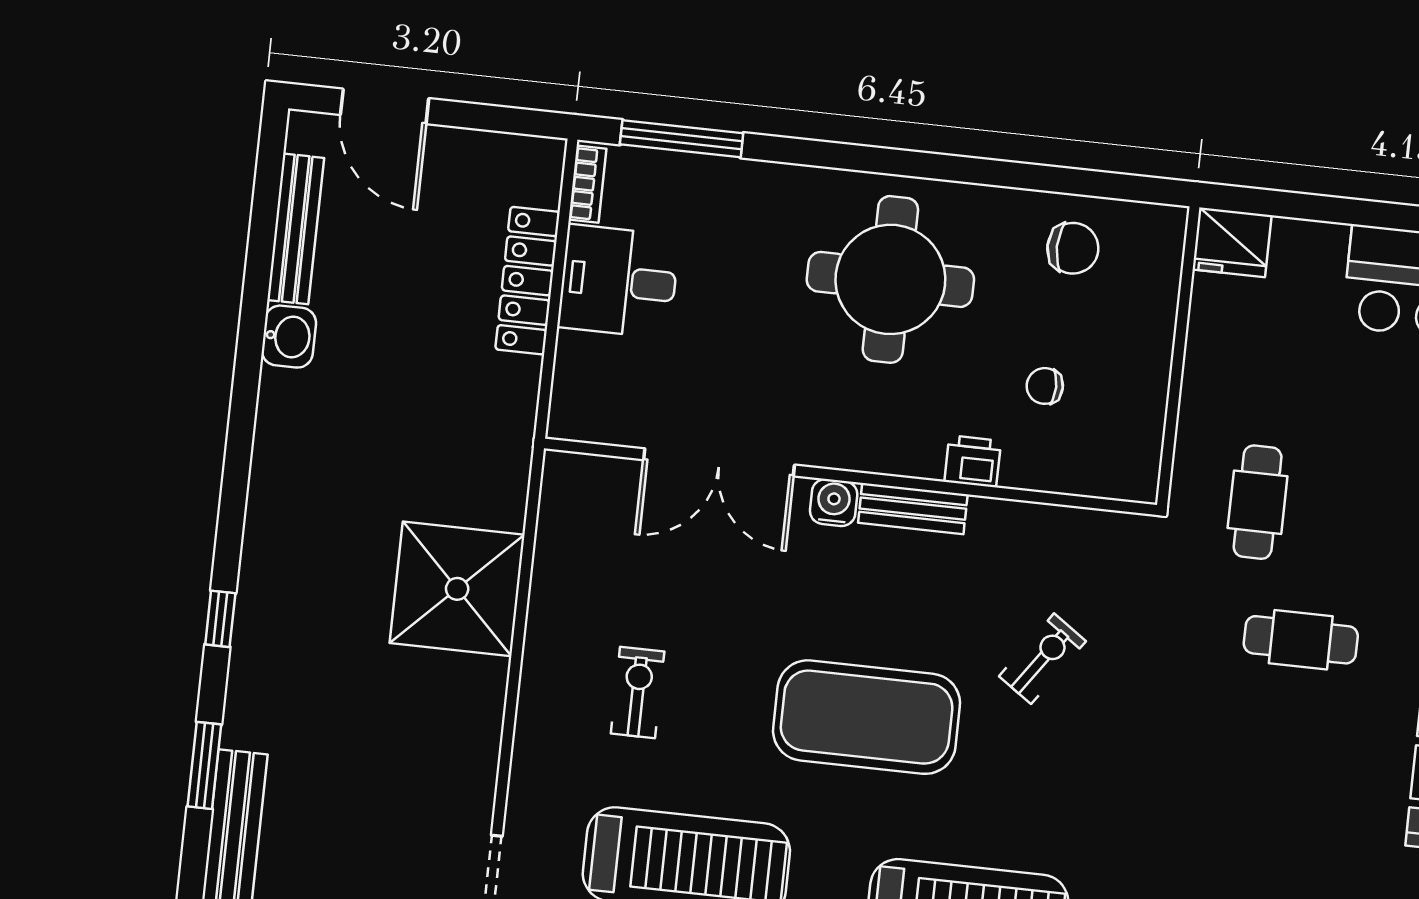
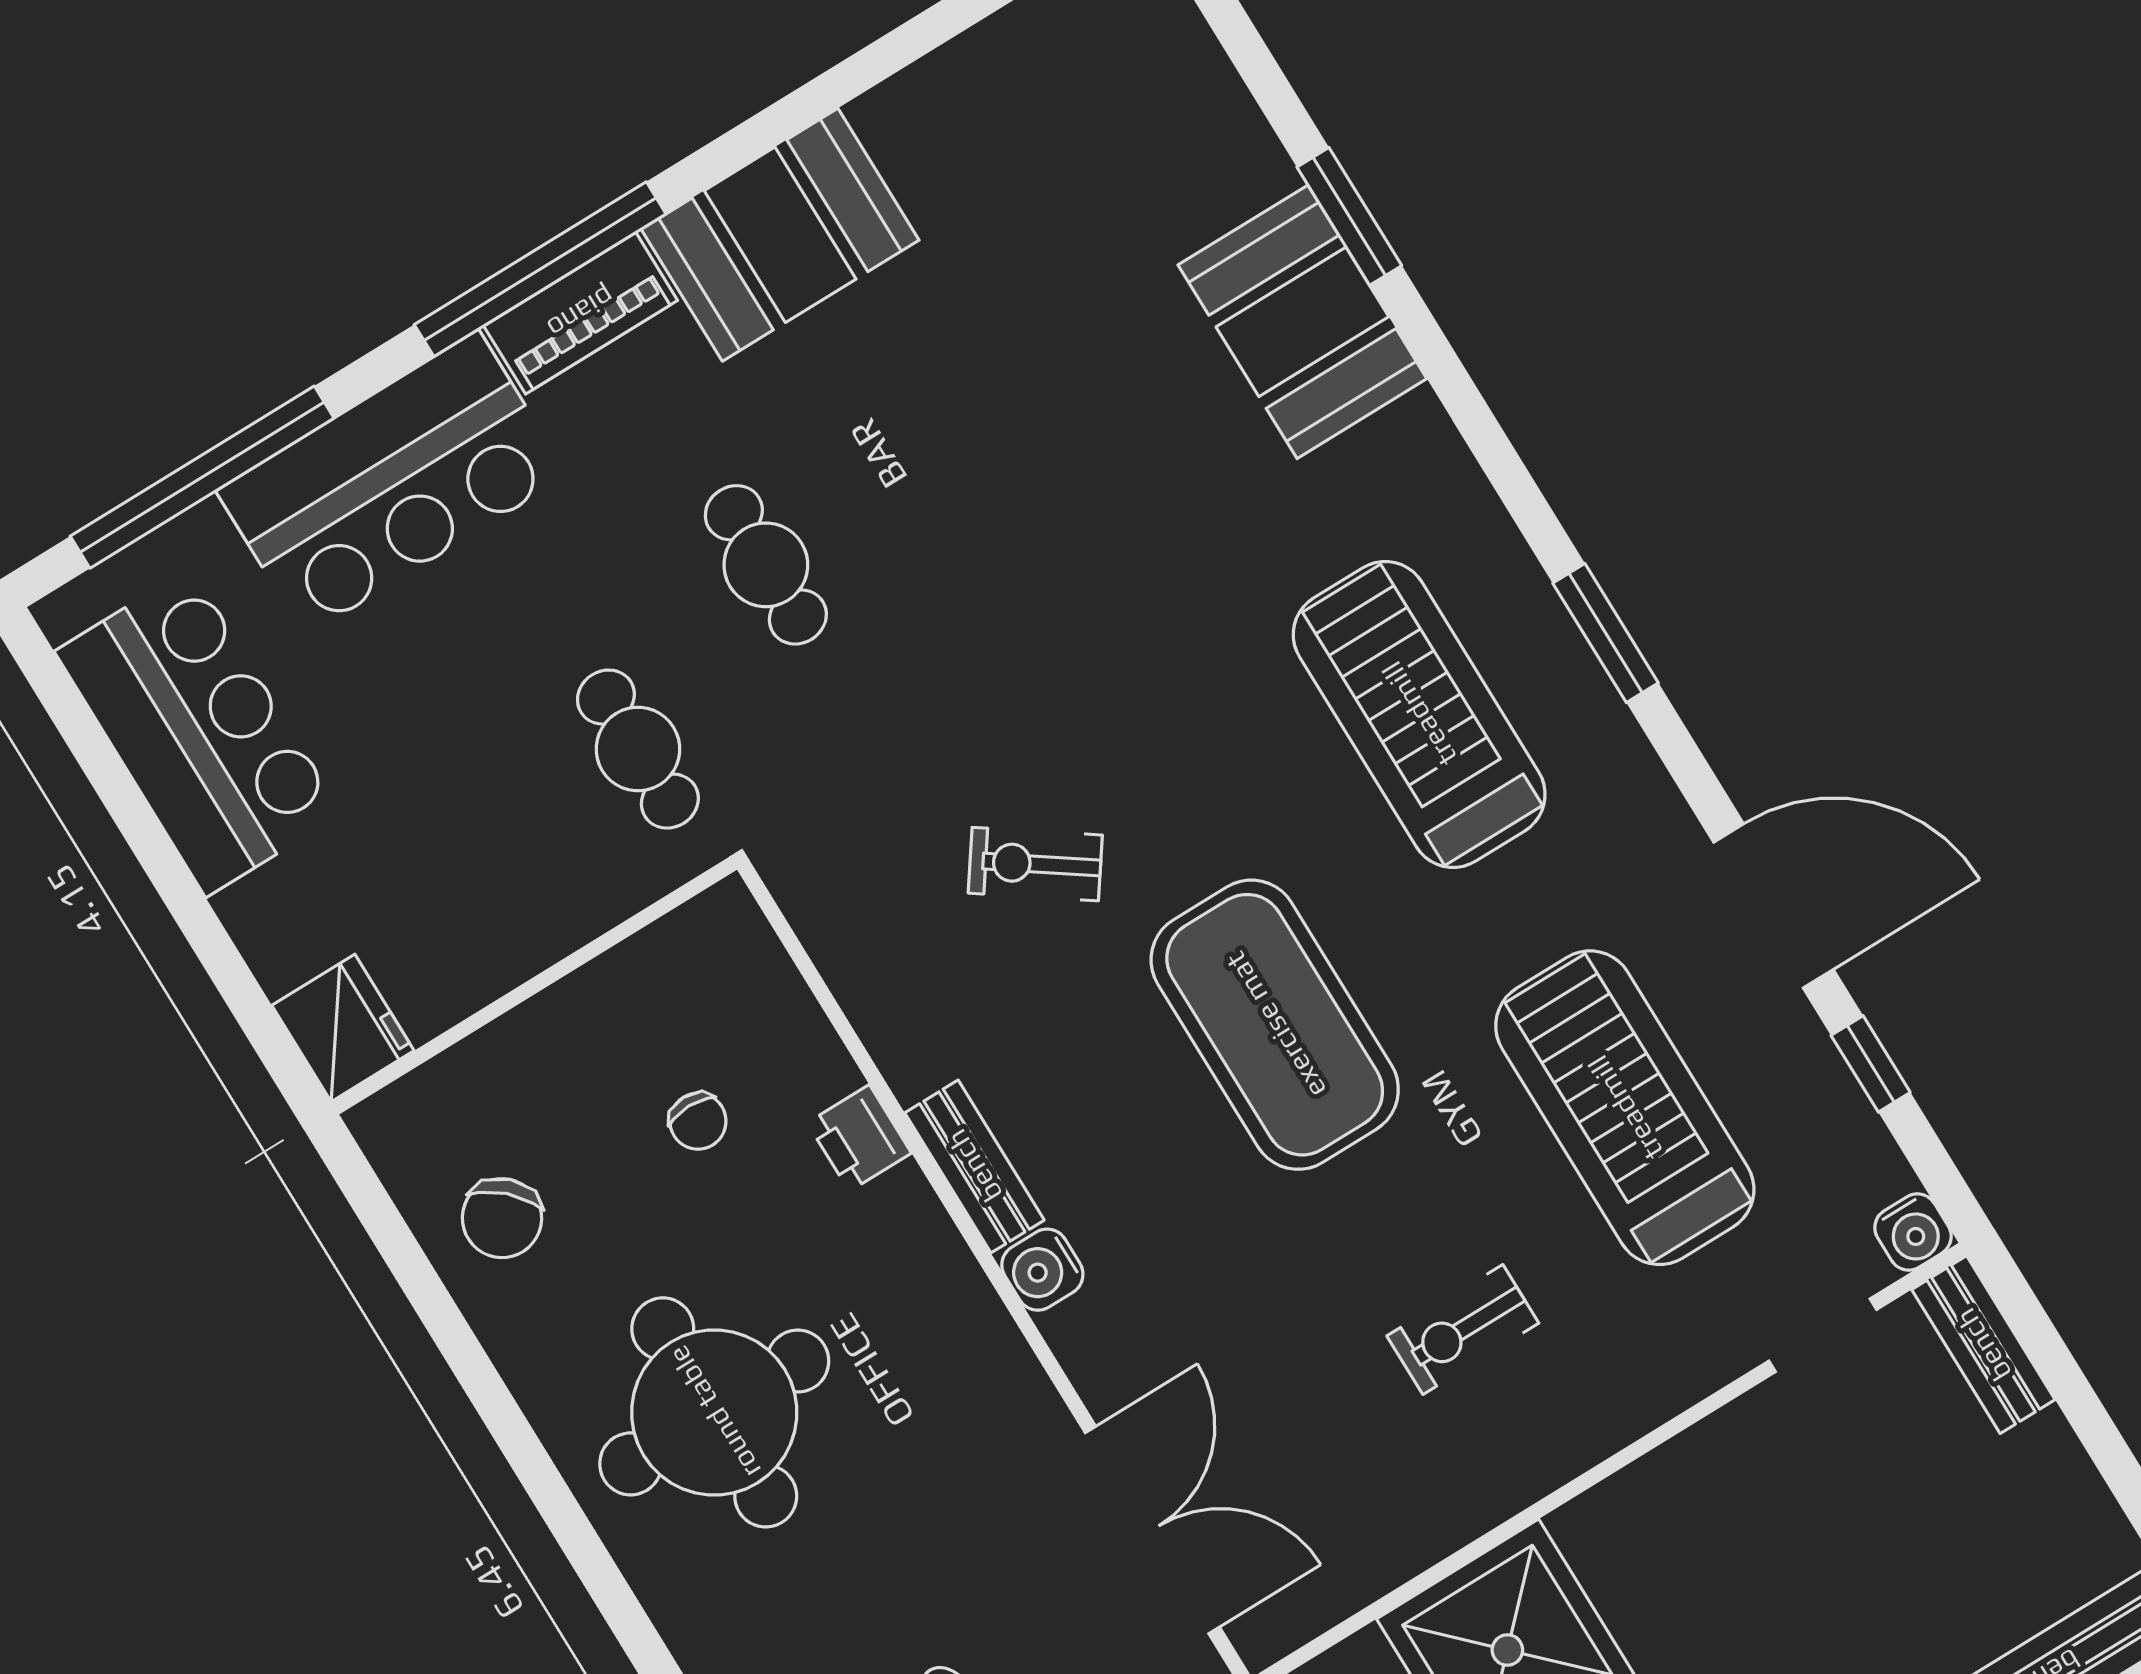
chair: (1073, 248) -> (502, 1218), turned -137
double door: (719, 462) -> (1152, 1530), moved
cafe table: (1258, 502) -> (638, 749), turned 90

